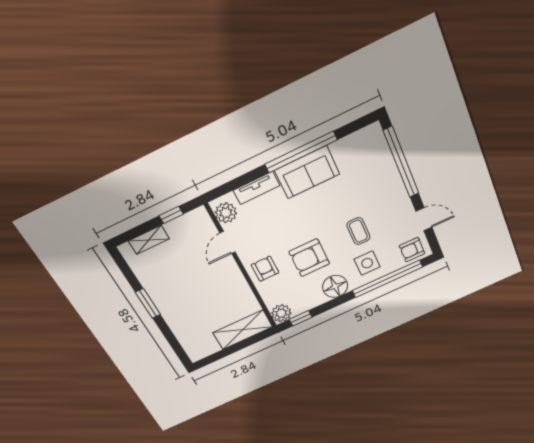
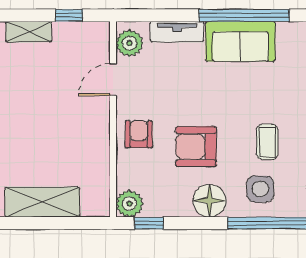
shelving: (243, 330) -> (42, 202), moved

